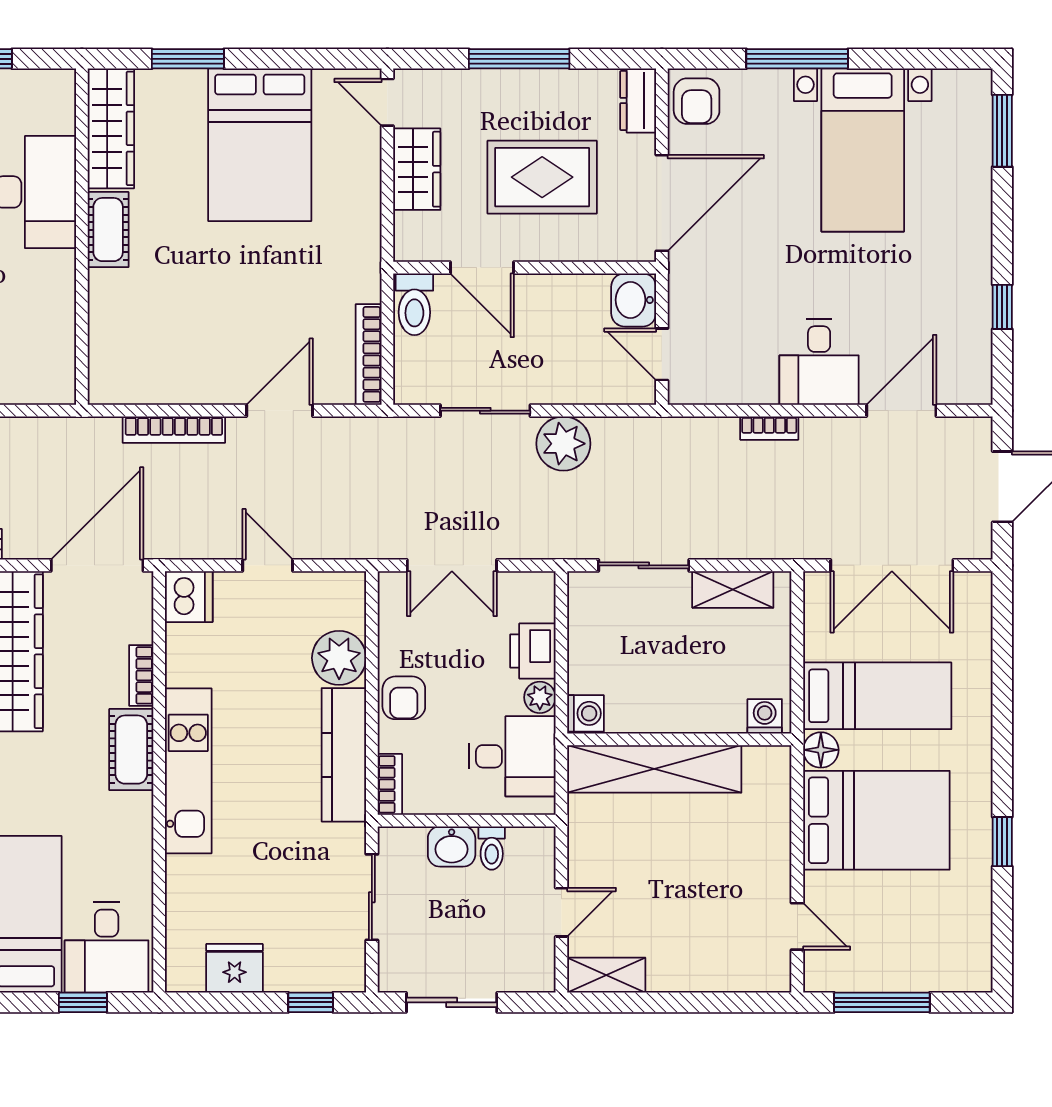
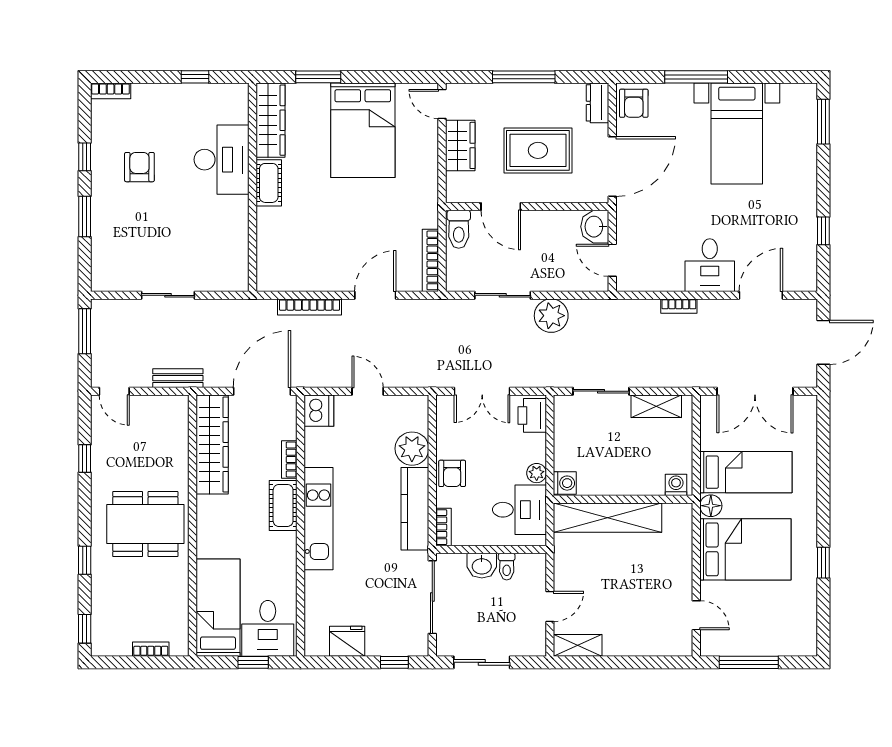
printer: (533, 651) -> (532, 415), moved
sliding door: (372, 897) -> (432, 597), width x1.37

